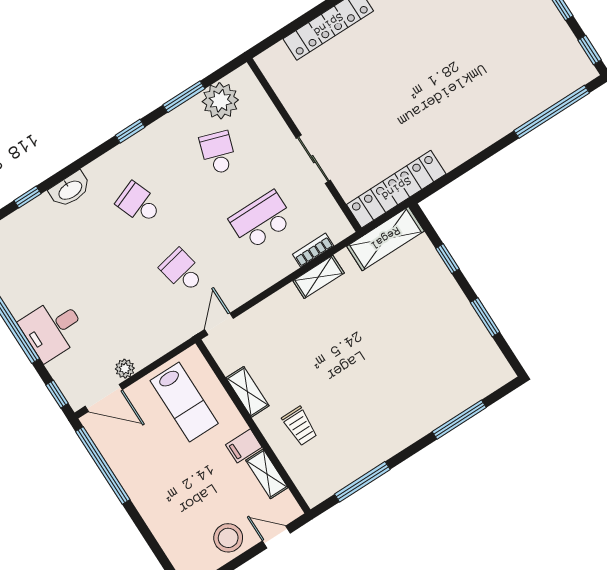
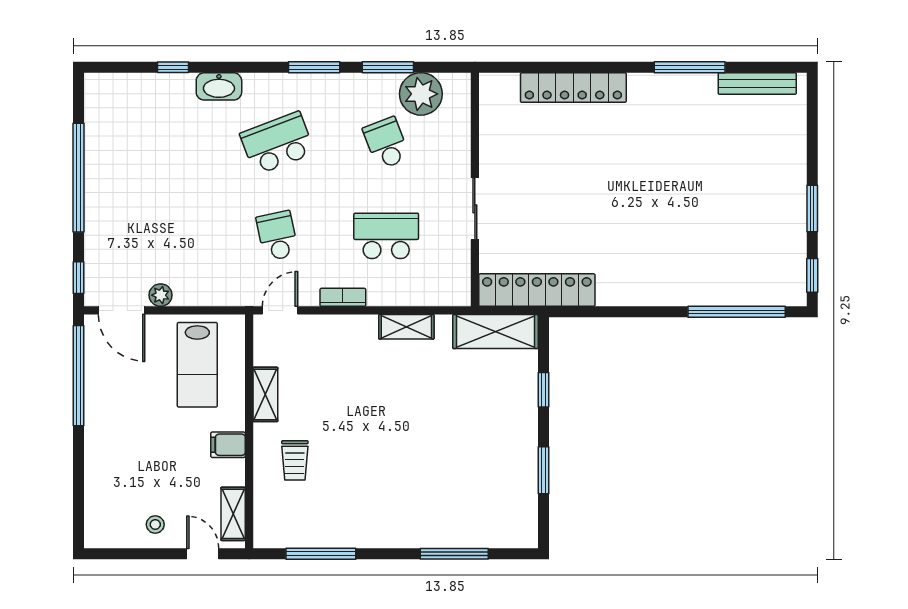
window: (130, 131) -> (314, 67), width x1.50
school desk: (218, 153) -> (386, 143), turned -39
school desk: (139, 204) -> (277, 143), width x1.85
bookcase: (313, 250) -> (343, 297), moved
desk: (53, 329) -> (115, 211), removed
shelving: (267, 474) -> (233, 514), moved
stool: (228, 538) -> (155, 524), width x0.53, depth x0.53

